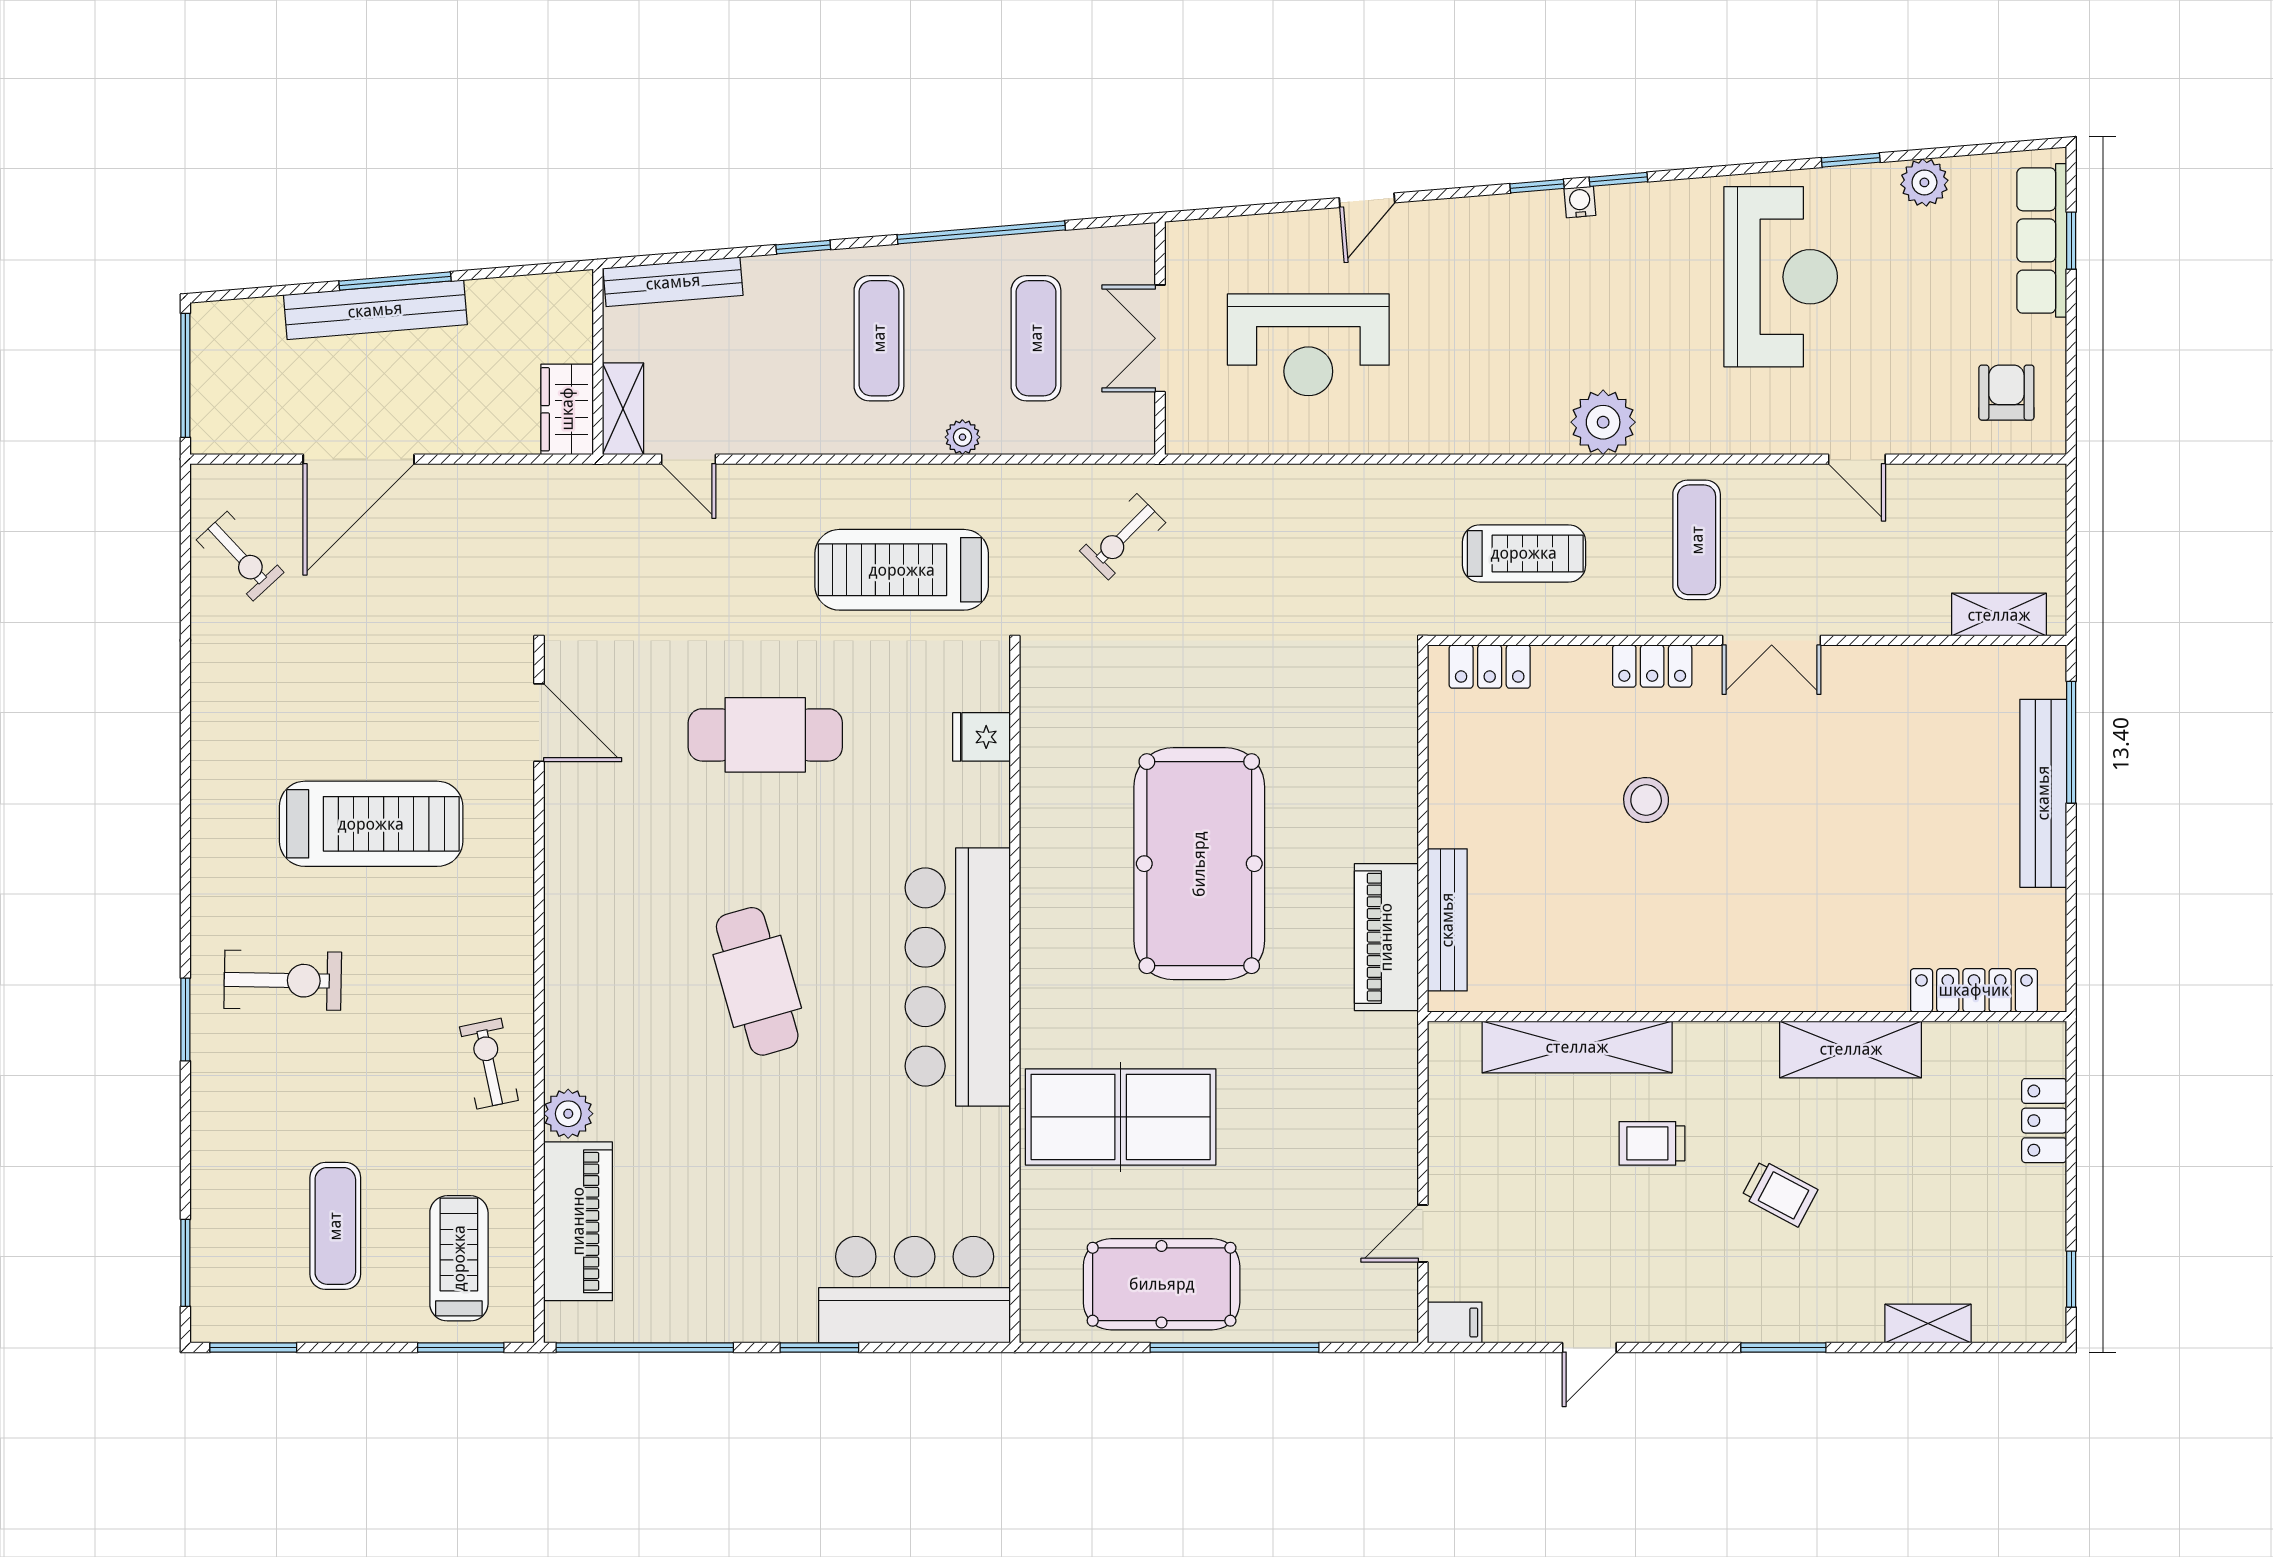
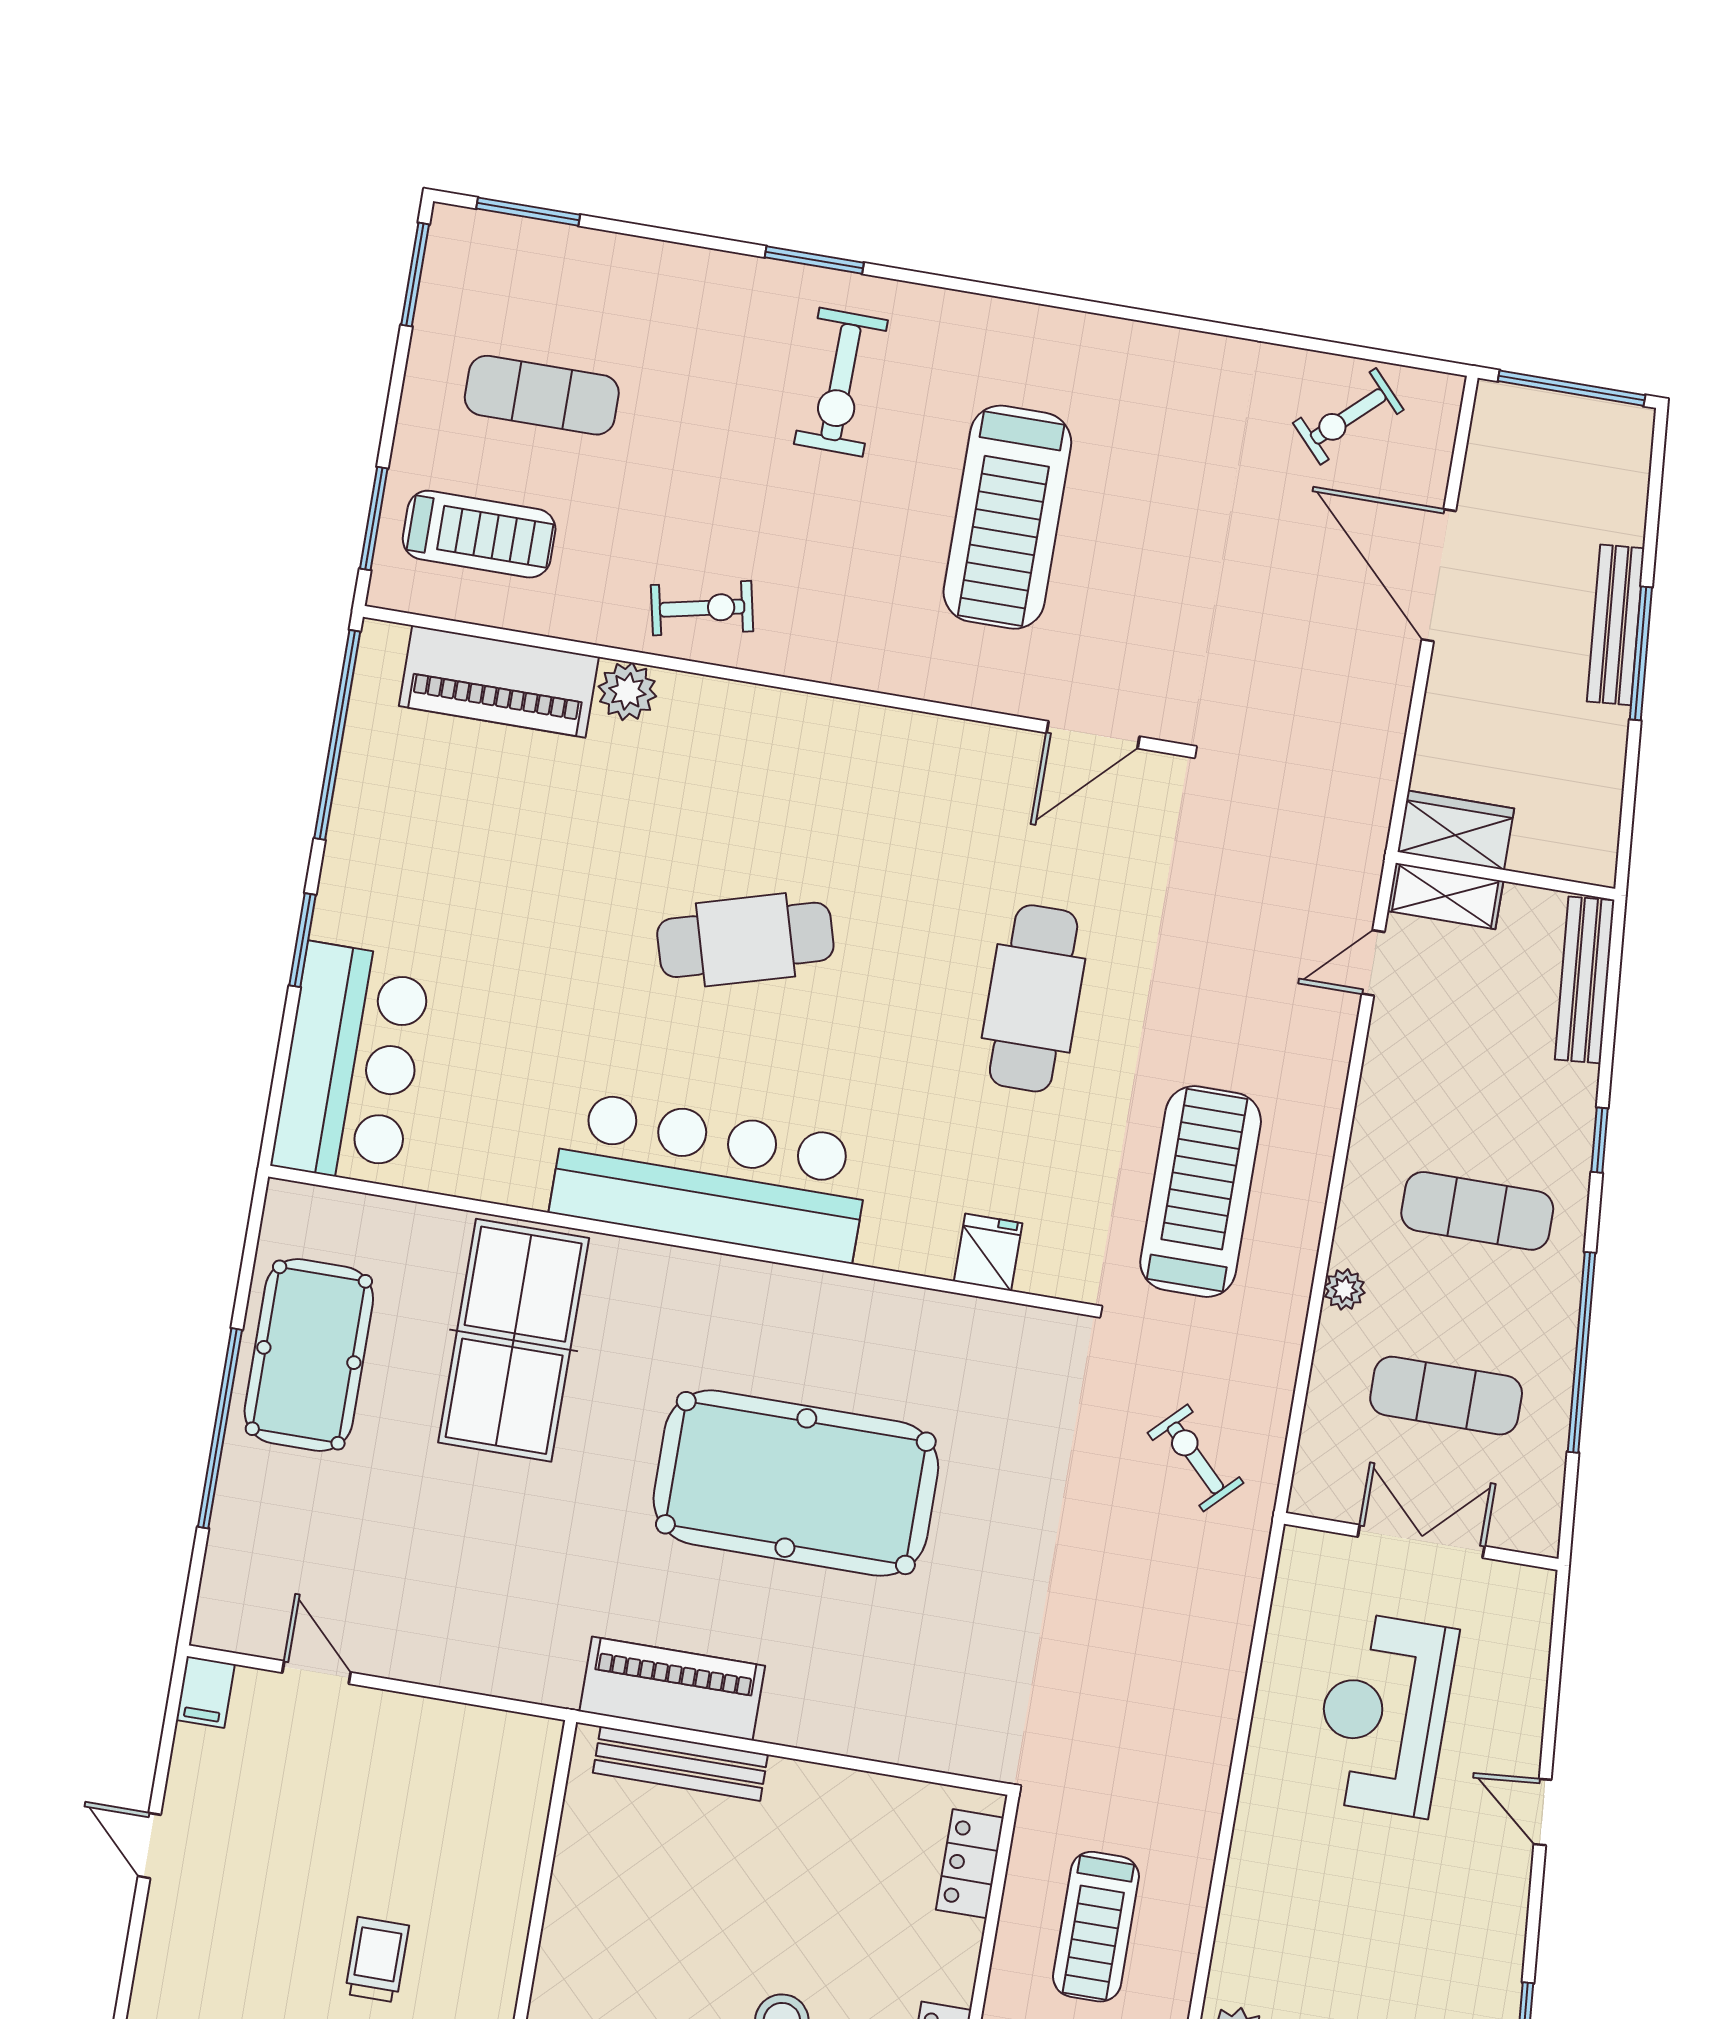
bench: (375, 310) -> (1616, 625), width x0.73, depth x0.82
shelving: (1577, 1047) -> (505, 1891), removed

